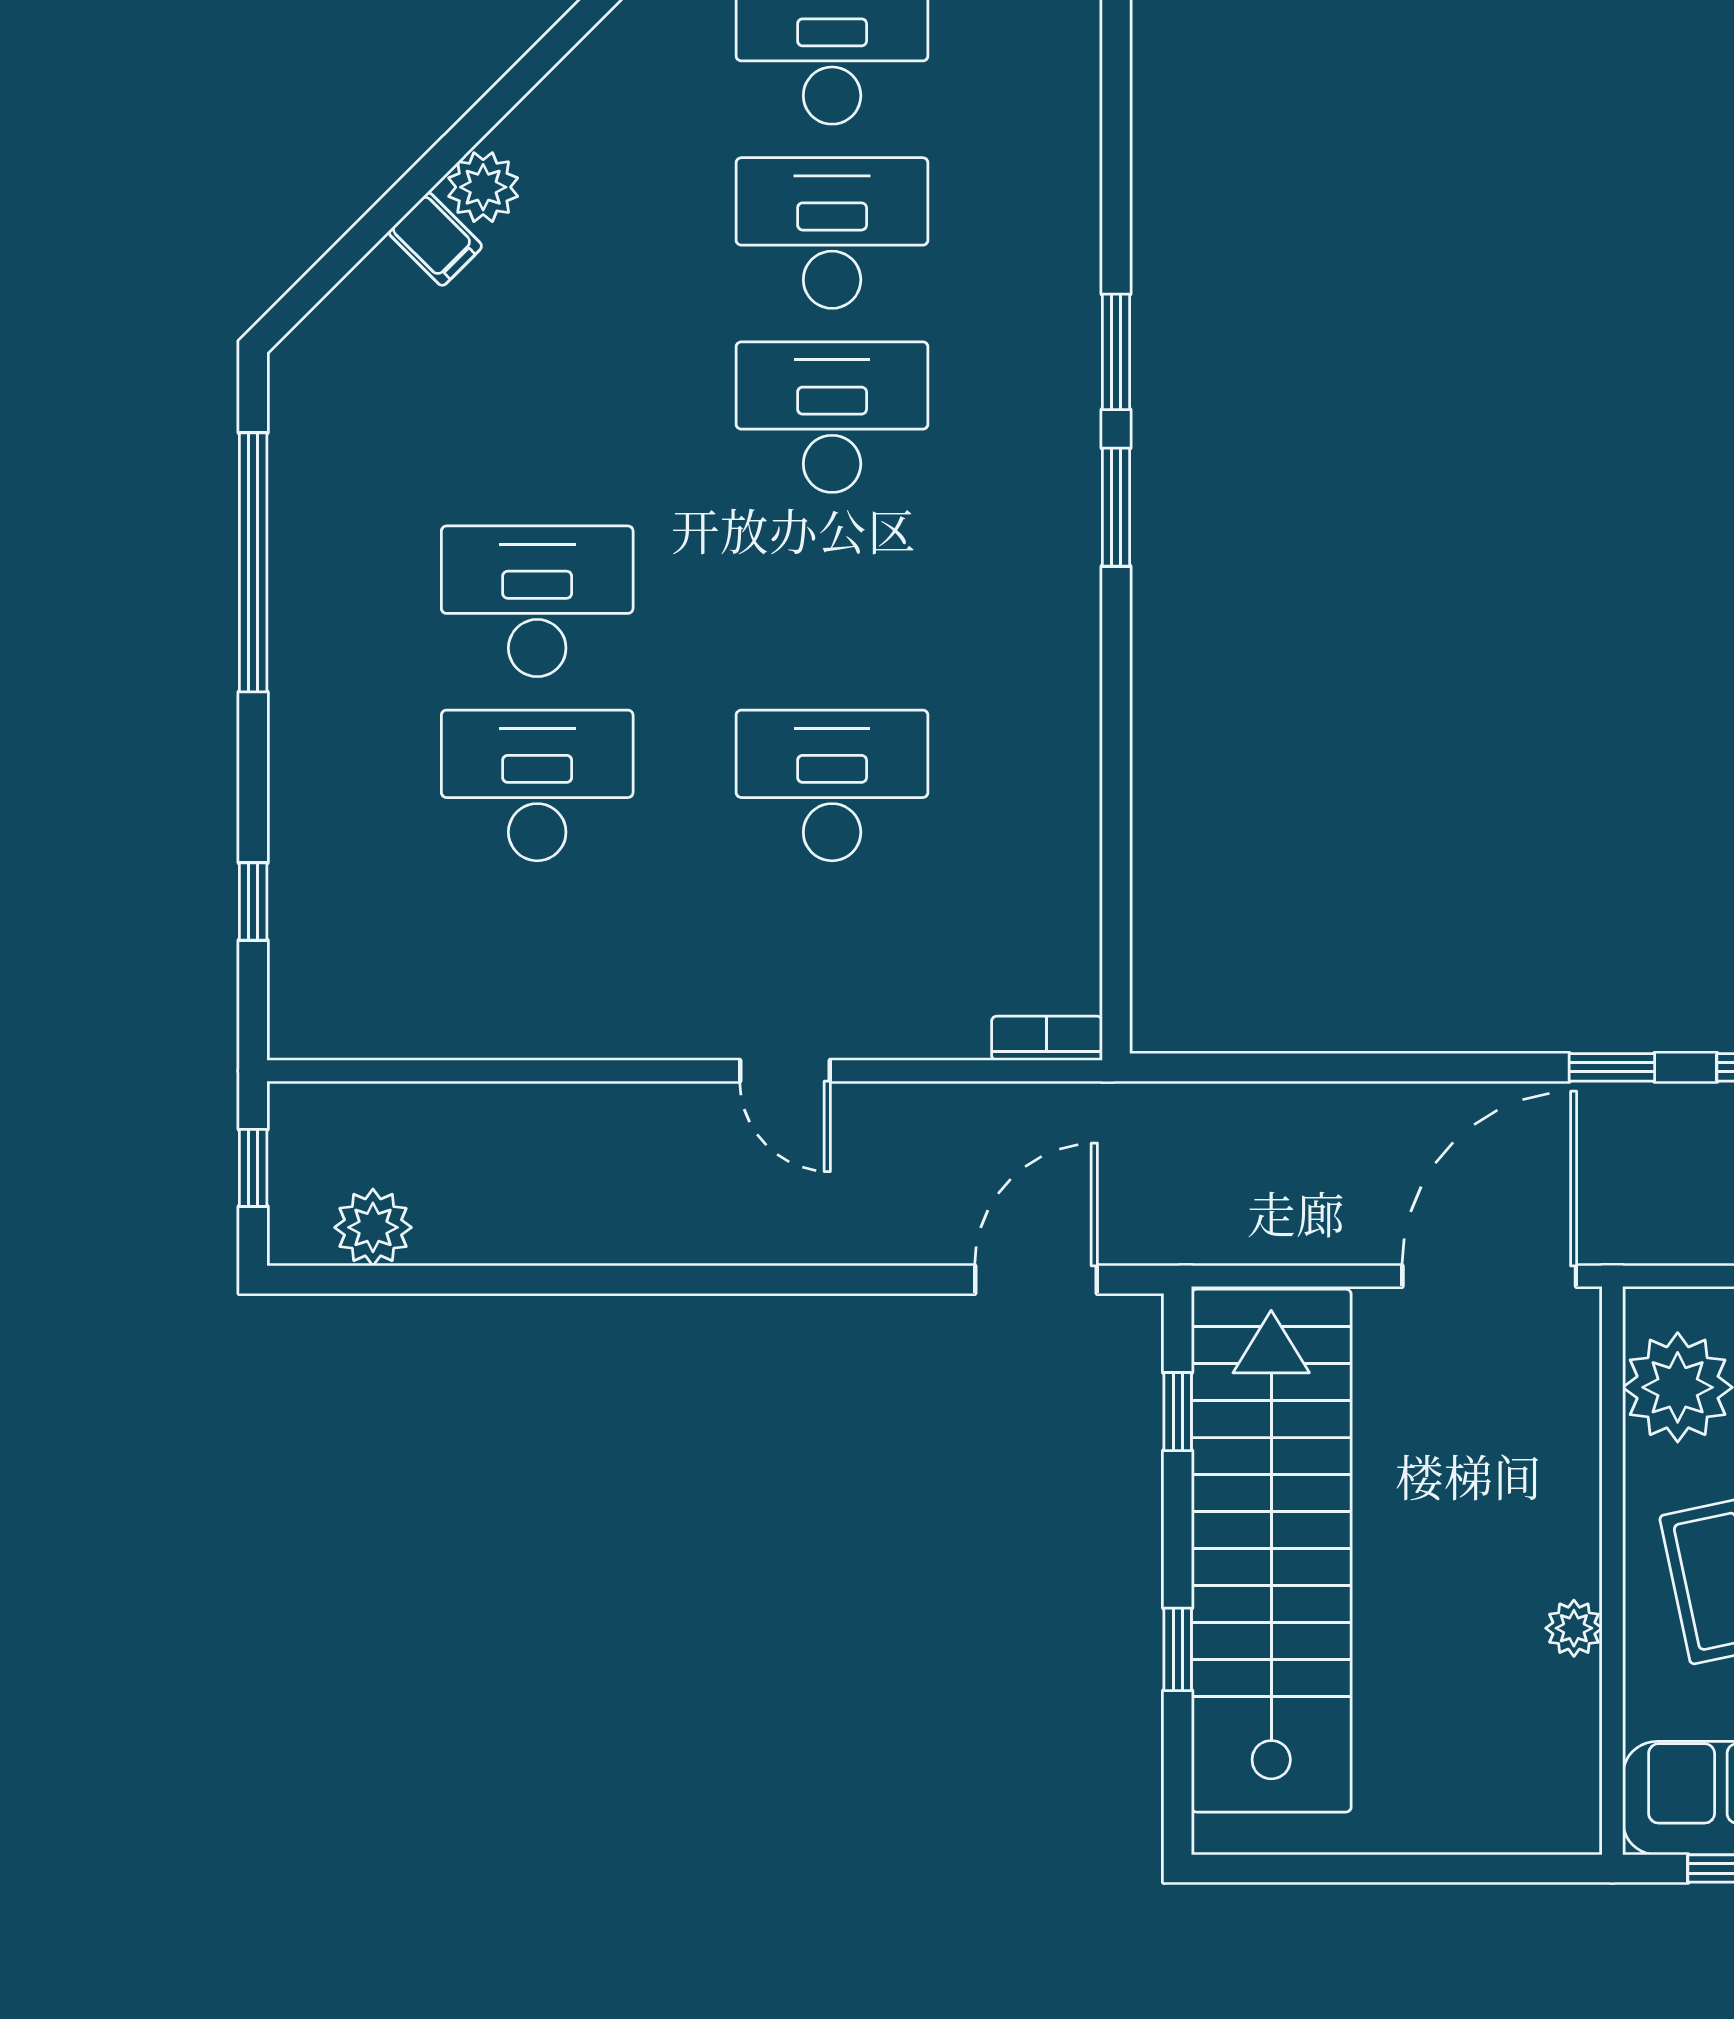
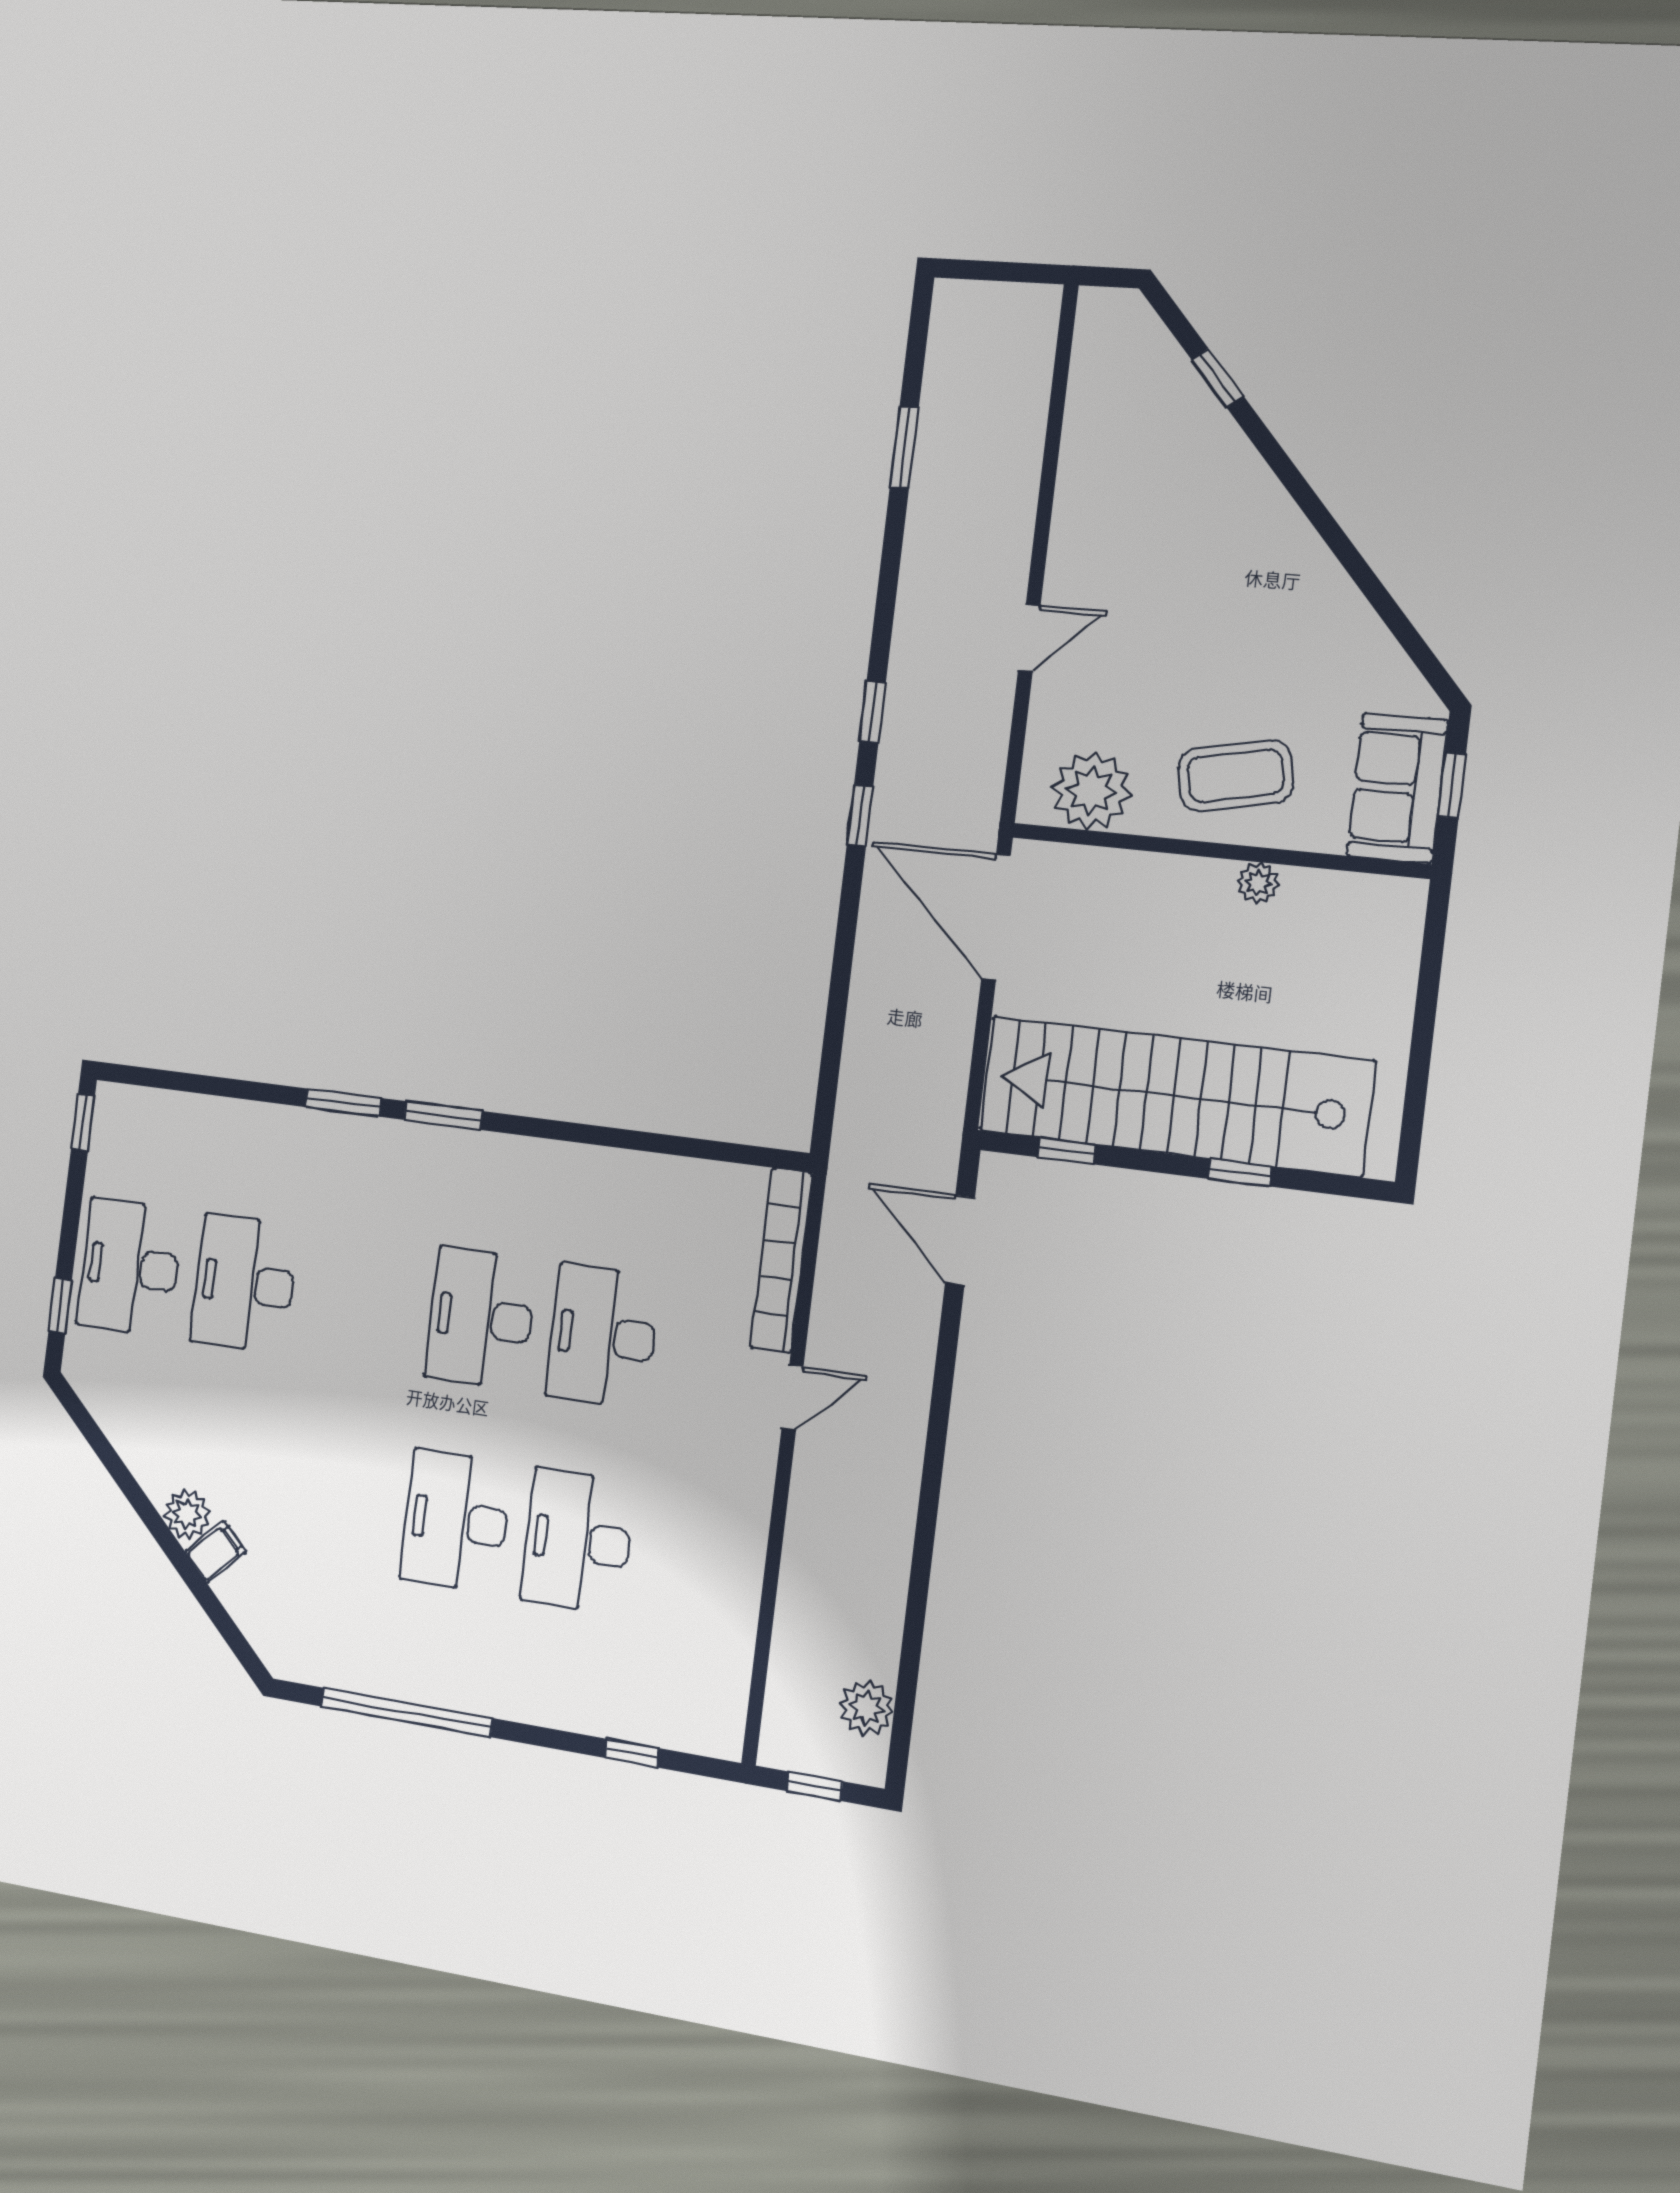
desk: (832, 417) -> (481, 1318), moved
bookcase: (1047, 1038) -> (781, 1260), width x2.31, depth x1.31

